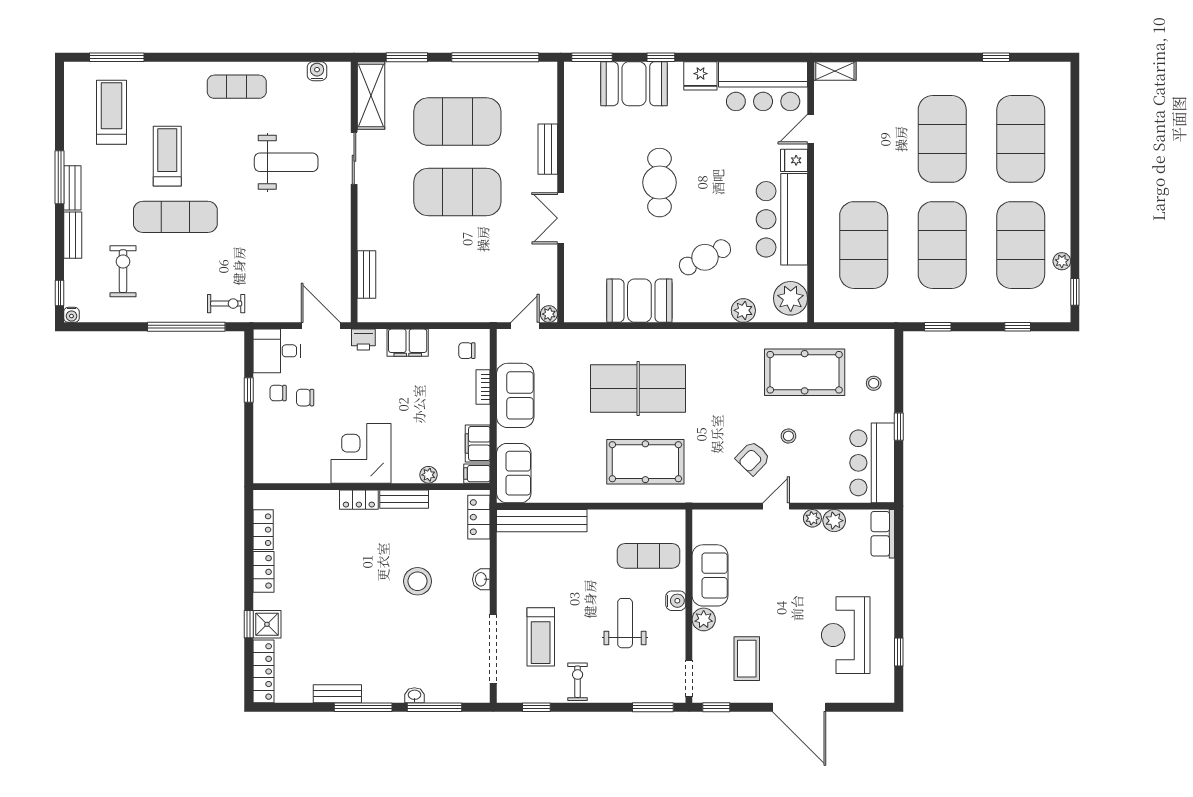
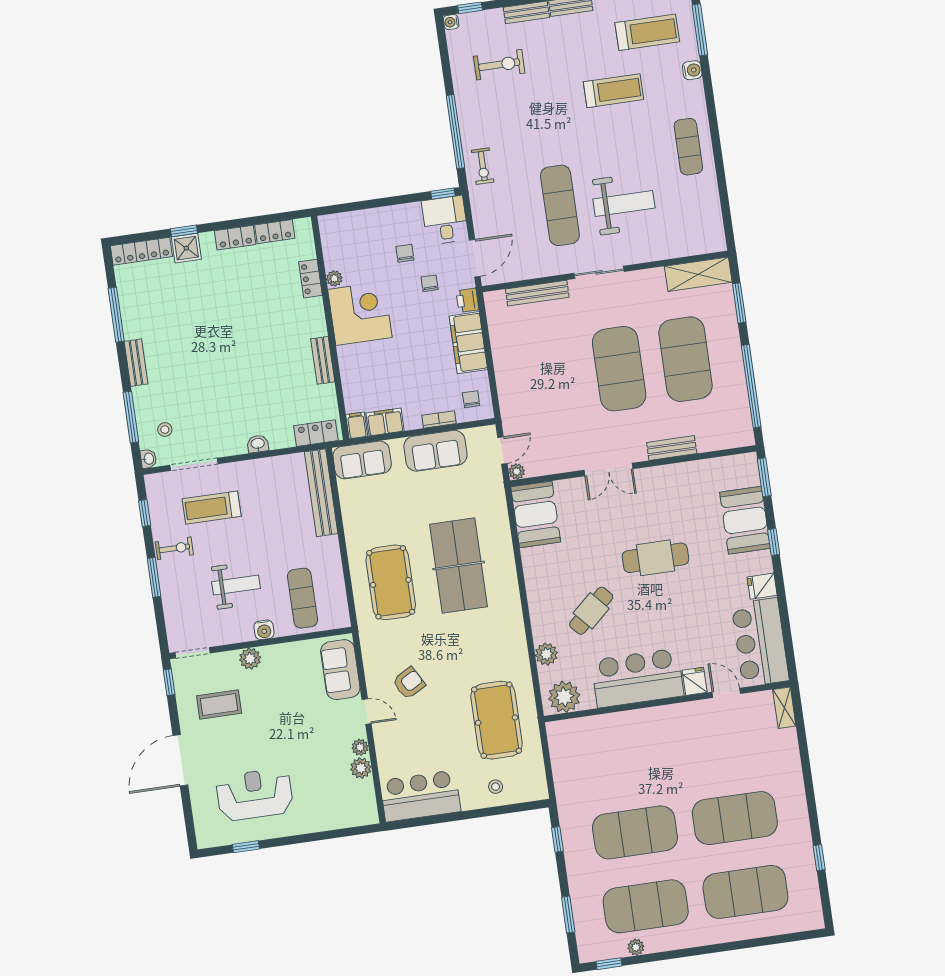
water cooler: (317, 71) -> (692, 70), moved
fridge: (700, 76) -> (762, 586), width x0.72
sliding door: (354, 158) -> (599, 272), moved
weight bench: (286, 162) -> (624, 203), turned -90
exercise mat: (175, 217) -> (560, 205), moved
double door: (561, 218) -> (608, 470), swing flipped
exercise mat: (864, 245) -> (624, 758), removed
cafe table: (705, 257) -> (591, 611), turned 75
bench: (366, 274) -> (537, 293), width x1.36
booth: (639, 301) -> (536, 514), moved
door: (525, 326) -> (502, 450), hinge flipped
window: (1018, 327) -> (568, 915), width x1.50
filing cabinet: (408, 343) -> (468, 343), width x1.50, depth x1.17
window: (249, 390) -> (443, 194), moved
chair: (278, 393) -> (430, 283), moved
window: (899, 427) -> (458, 816), removed
stool: (788, 436) -> (434, 714), removed
armchair: (753, 458) -> (409, 683), turned 107
plant: (428, 475) -> (334, 278), moved
locker: (359, 500) -> (310, 279), moved
row of seats: (883, 534) -> (355, 816), removed
sofa: (710, 575) -> (340, 670), moved, turned 90
stool: (417, 581) -> (165, 430), moved, width x0.53, depth x0.53
doorway: (493, 649) -> (194, 464), width x0.73
bench: (337, 694) -> (136, 363), moved
washbasin: (414, 695) -> (148, 459), moved
window: (363, 707) -> (116, 315), moved
window: (653, 707) -> (154, 577), moved

